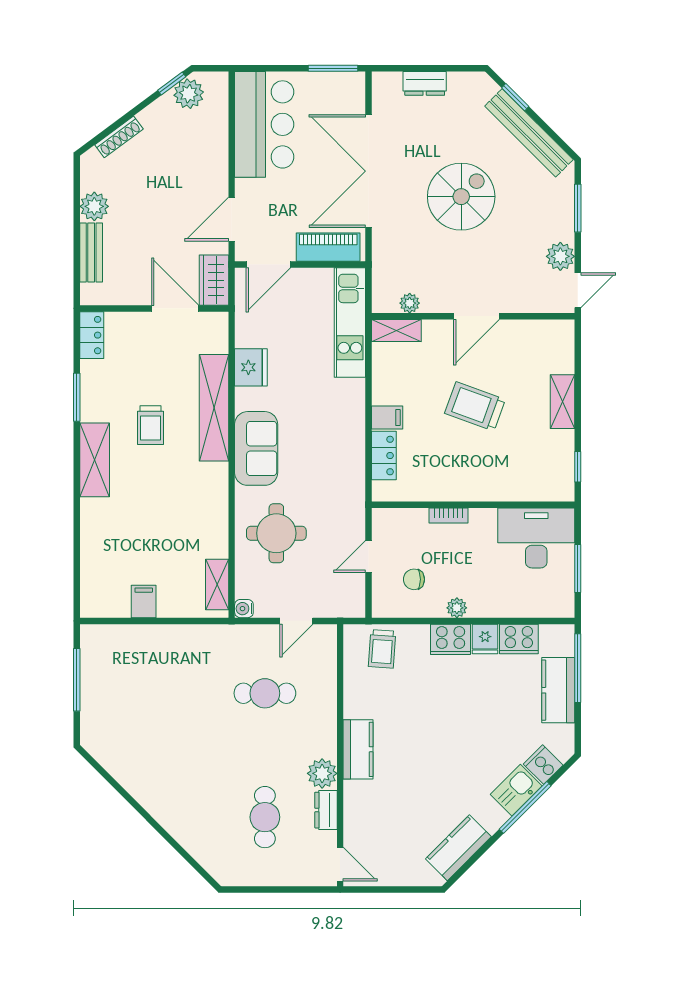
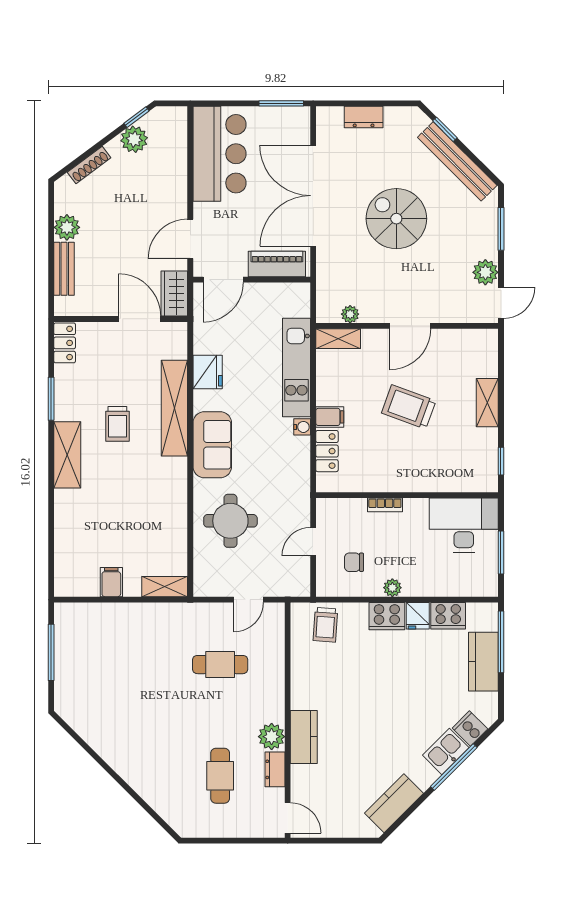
plant: (189, 94) -> (134, 139), moved
spiral stairs: (461, 197) -> (396, 219), turned -90
kitchen unit: (350, 323) -> (296, 368), moved
shelving: (217, 584) -> (165, 587), moved, turned 90
water cooler: (244, 609) -> (302, 427), moved, turned 180
kitchen counter: (358, 749) -> (304, 737), moved

